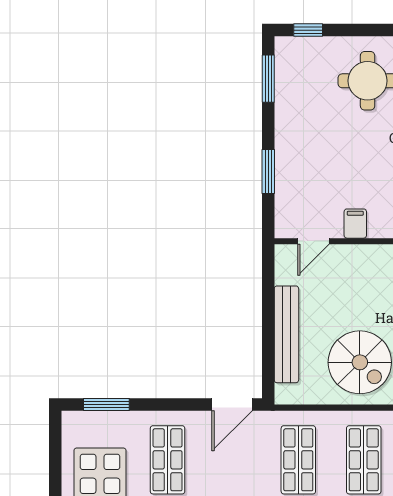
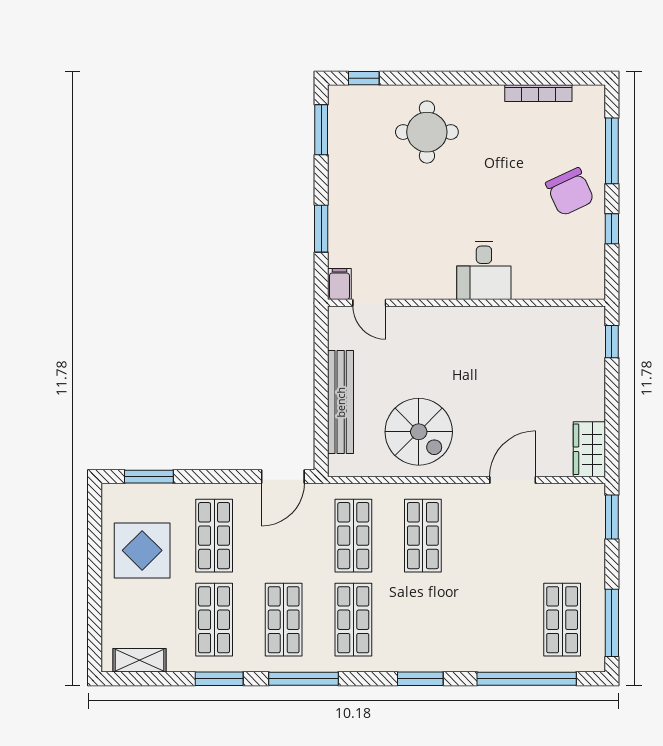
filing cabinet: (355, 224) -> (339, 284), moved
door: (313, 241) -> (369, 303), hinge flipped

